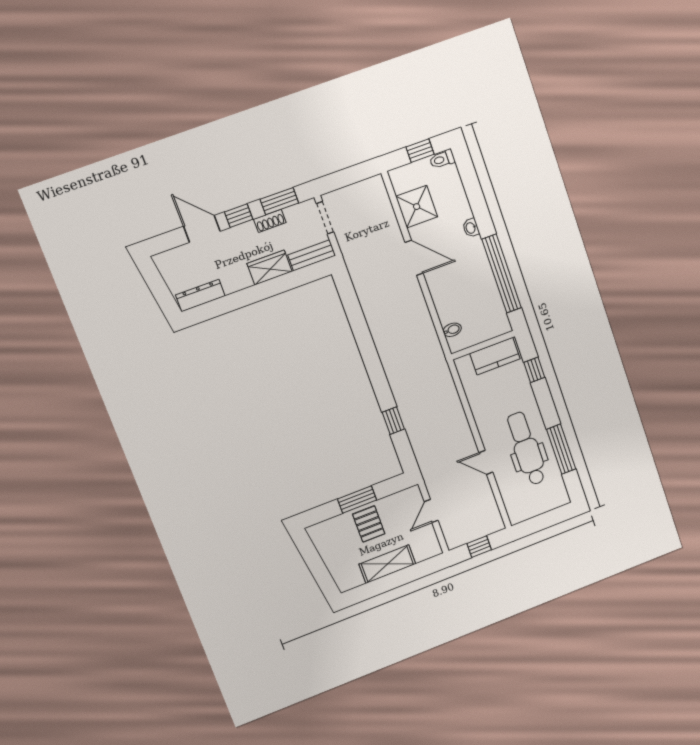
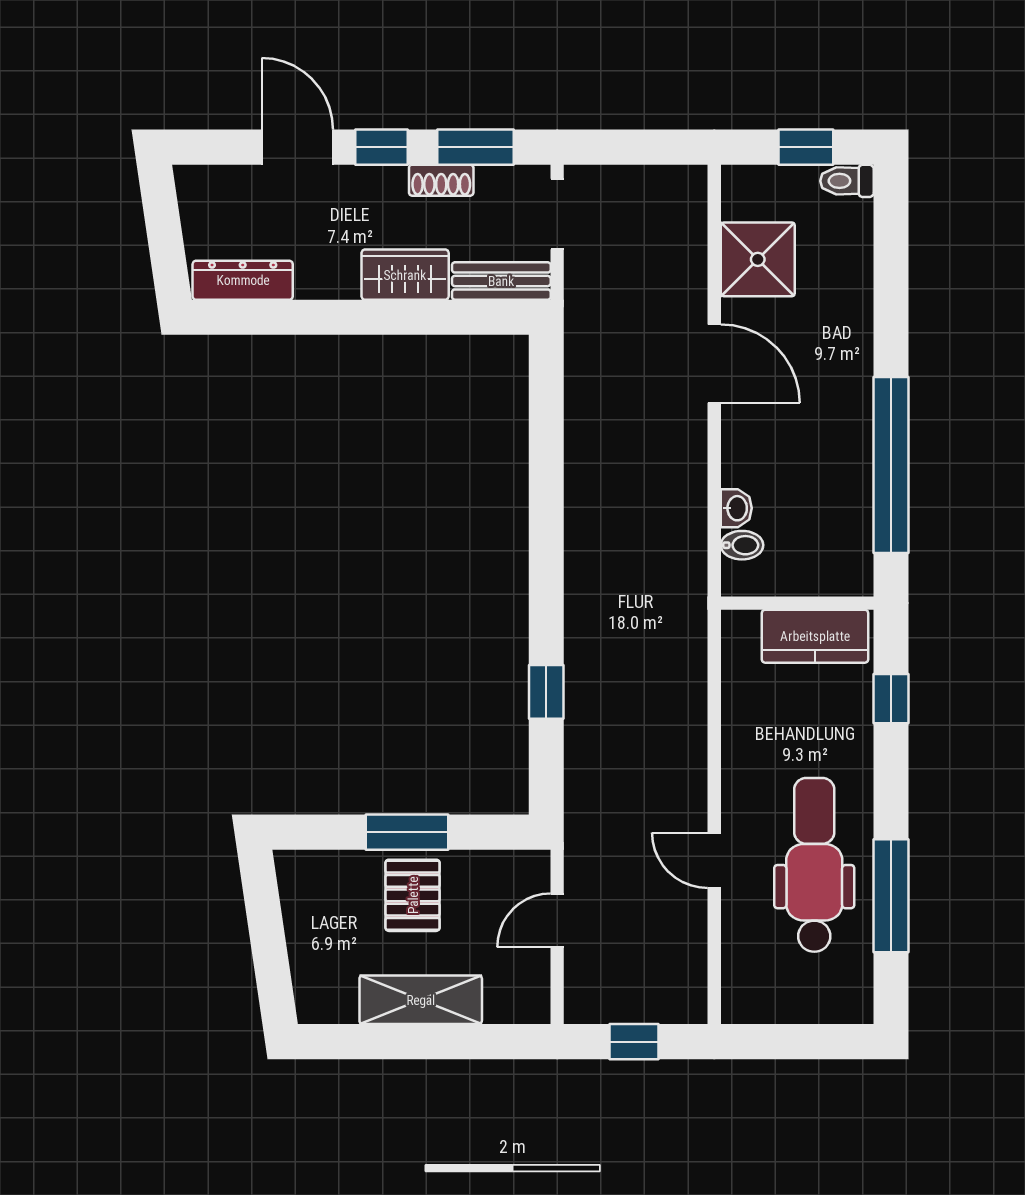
washbasin: (471, 228) -> (736, 508), moved, turned 180

